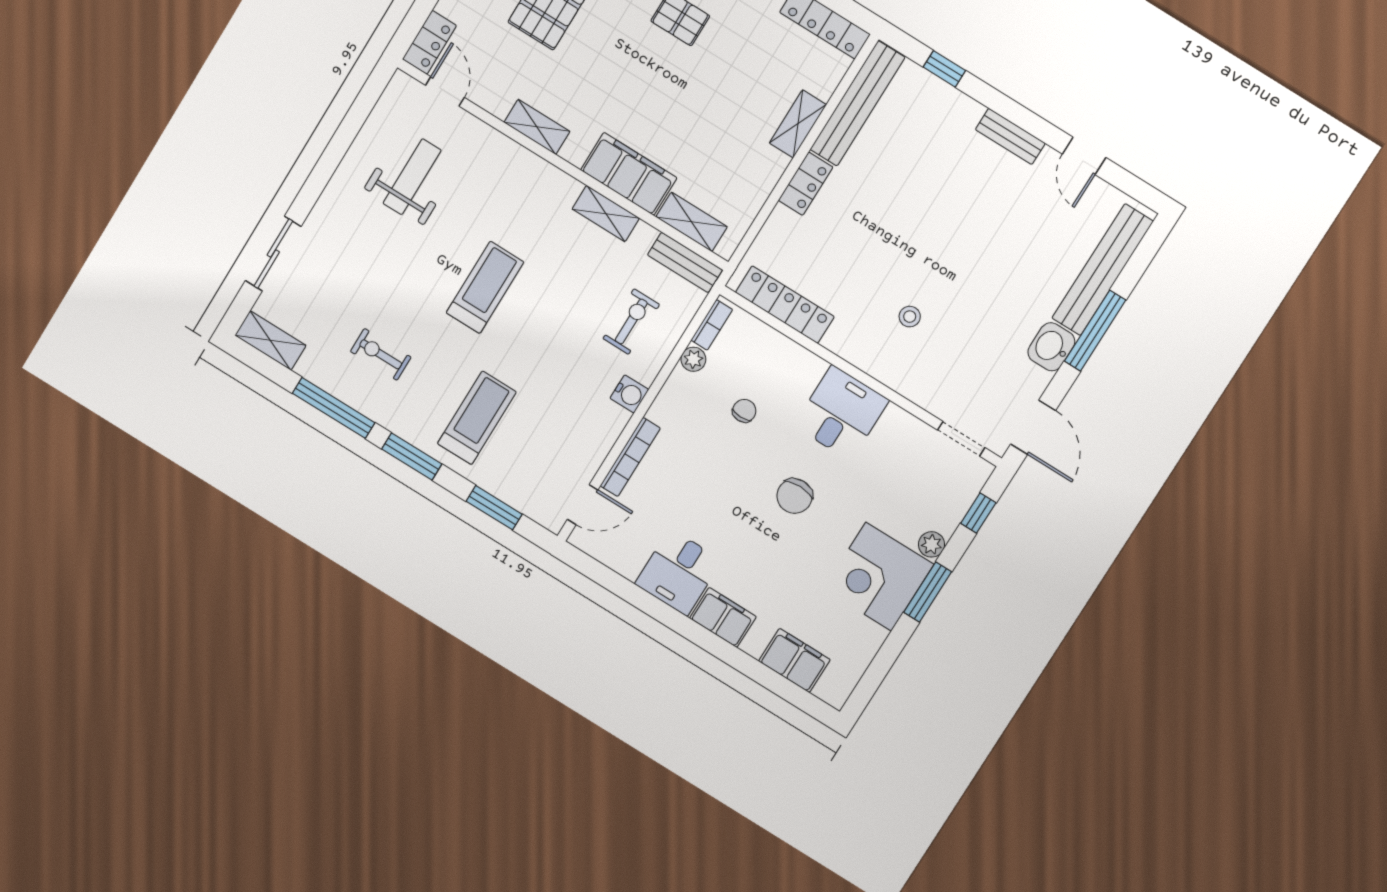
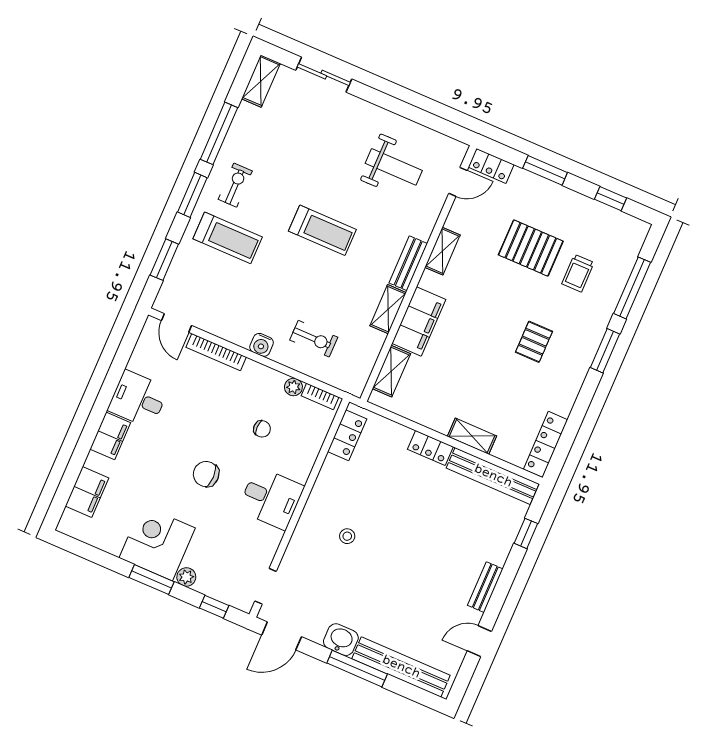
bench: (685, 262) -> (408, 263), moved
locker: (785, 305) -> (347, 435), width x0.66
exercise bike: (381, 354) -> (235, 185), moved

